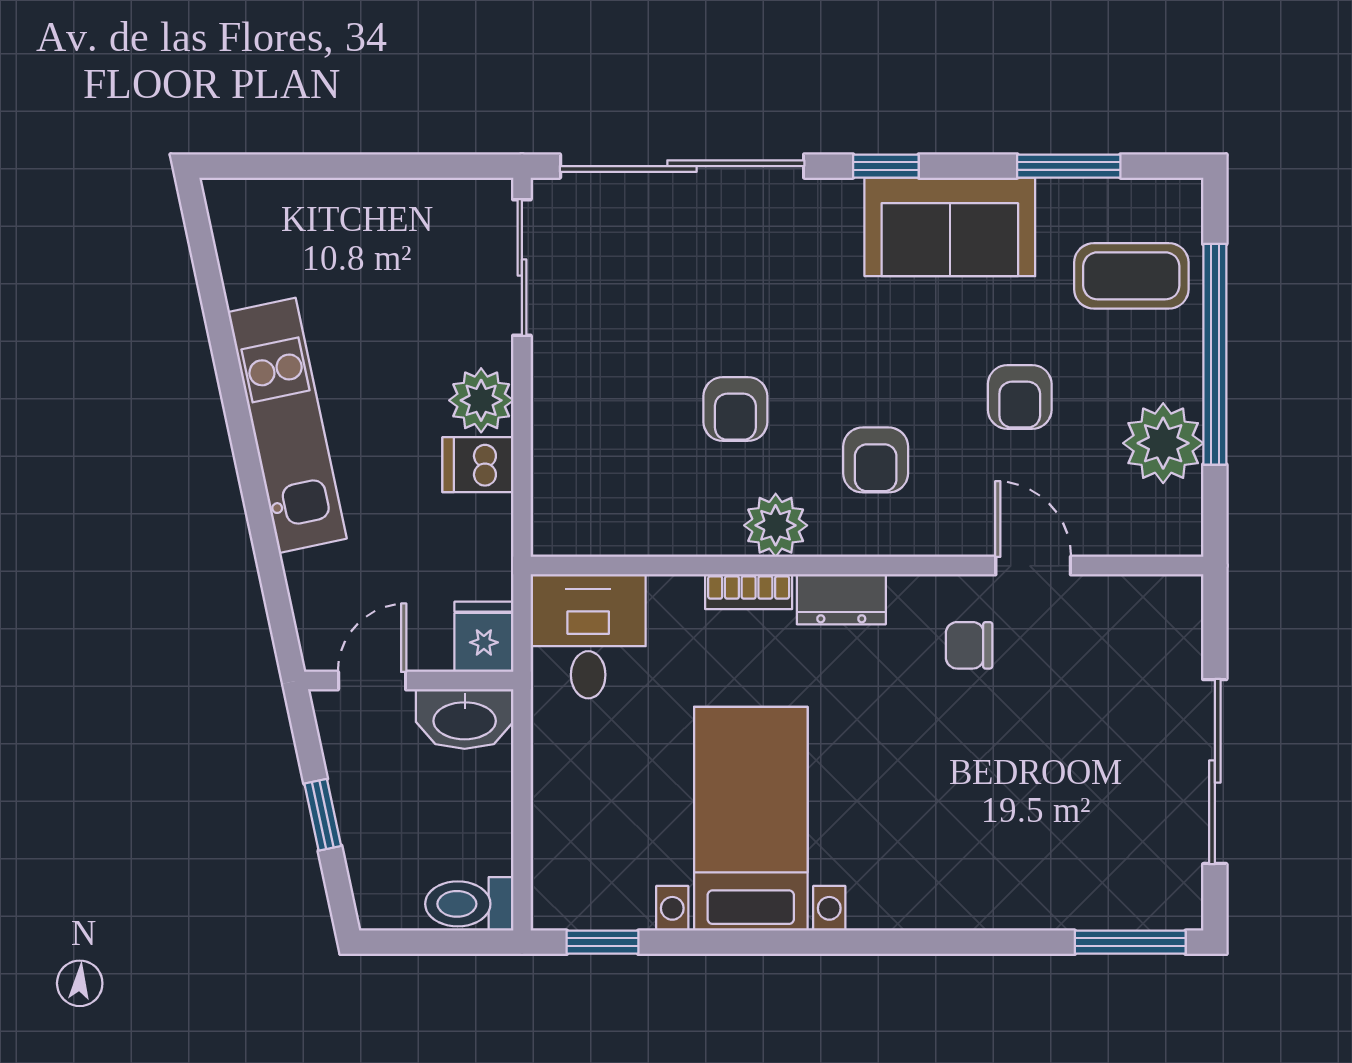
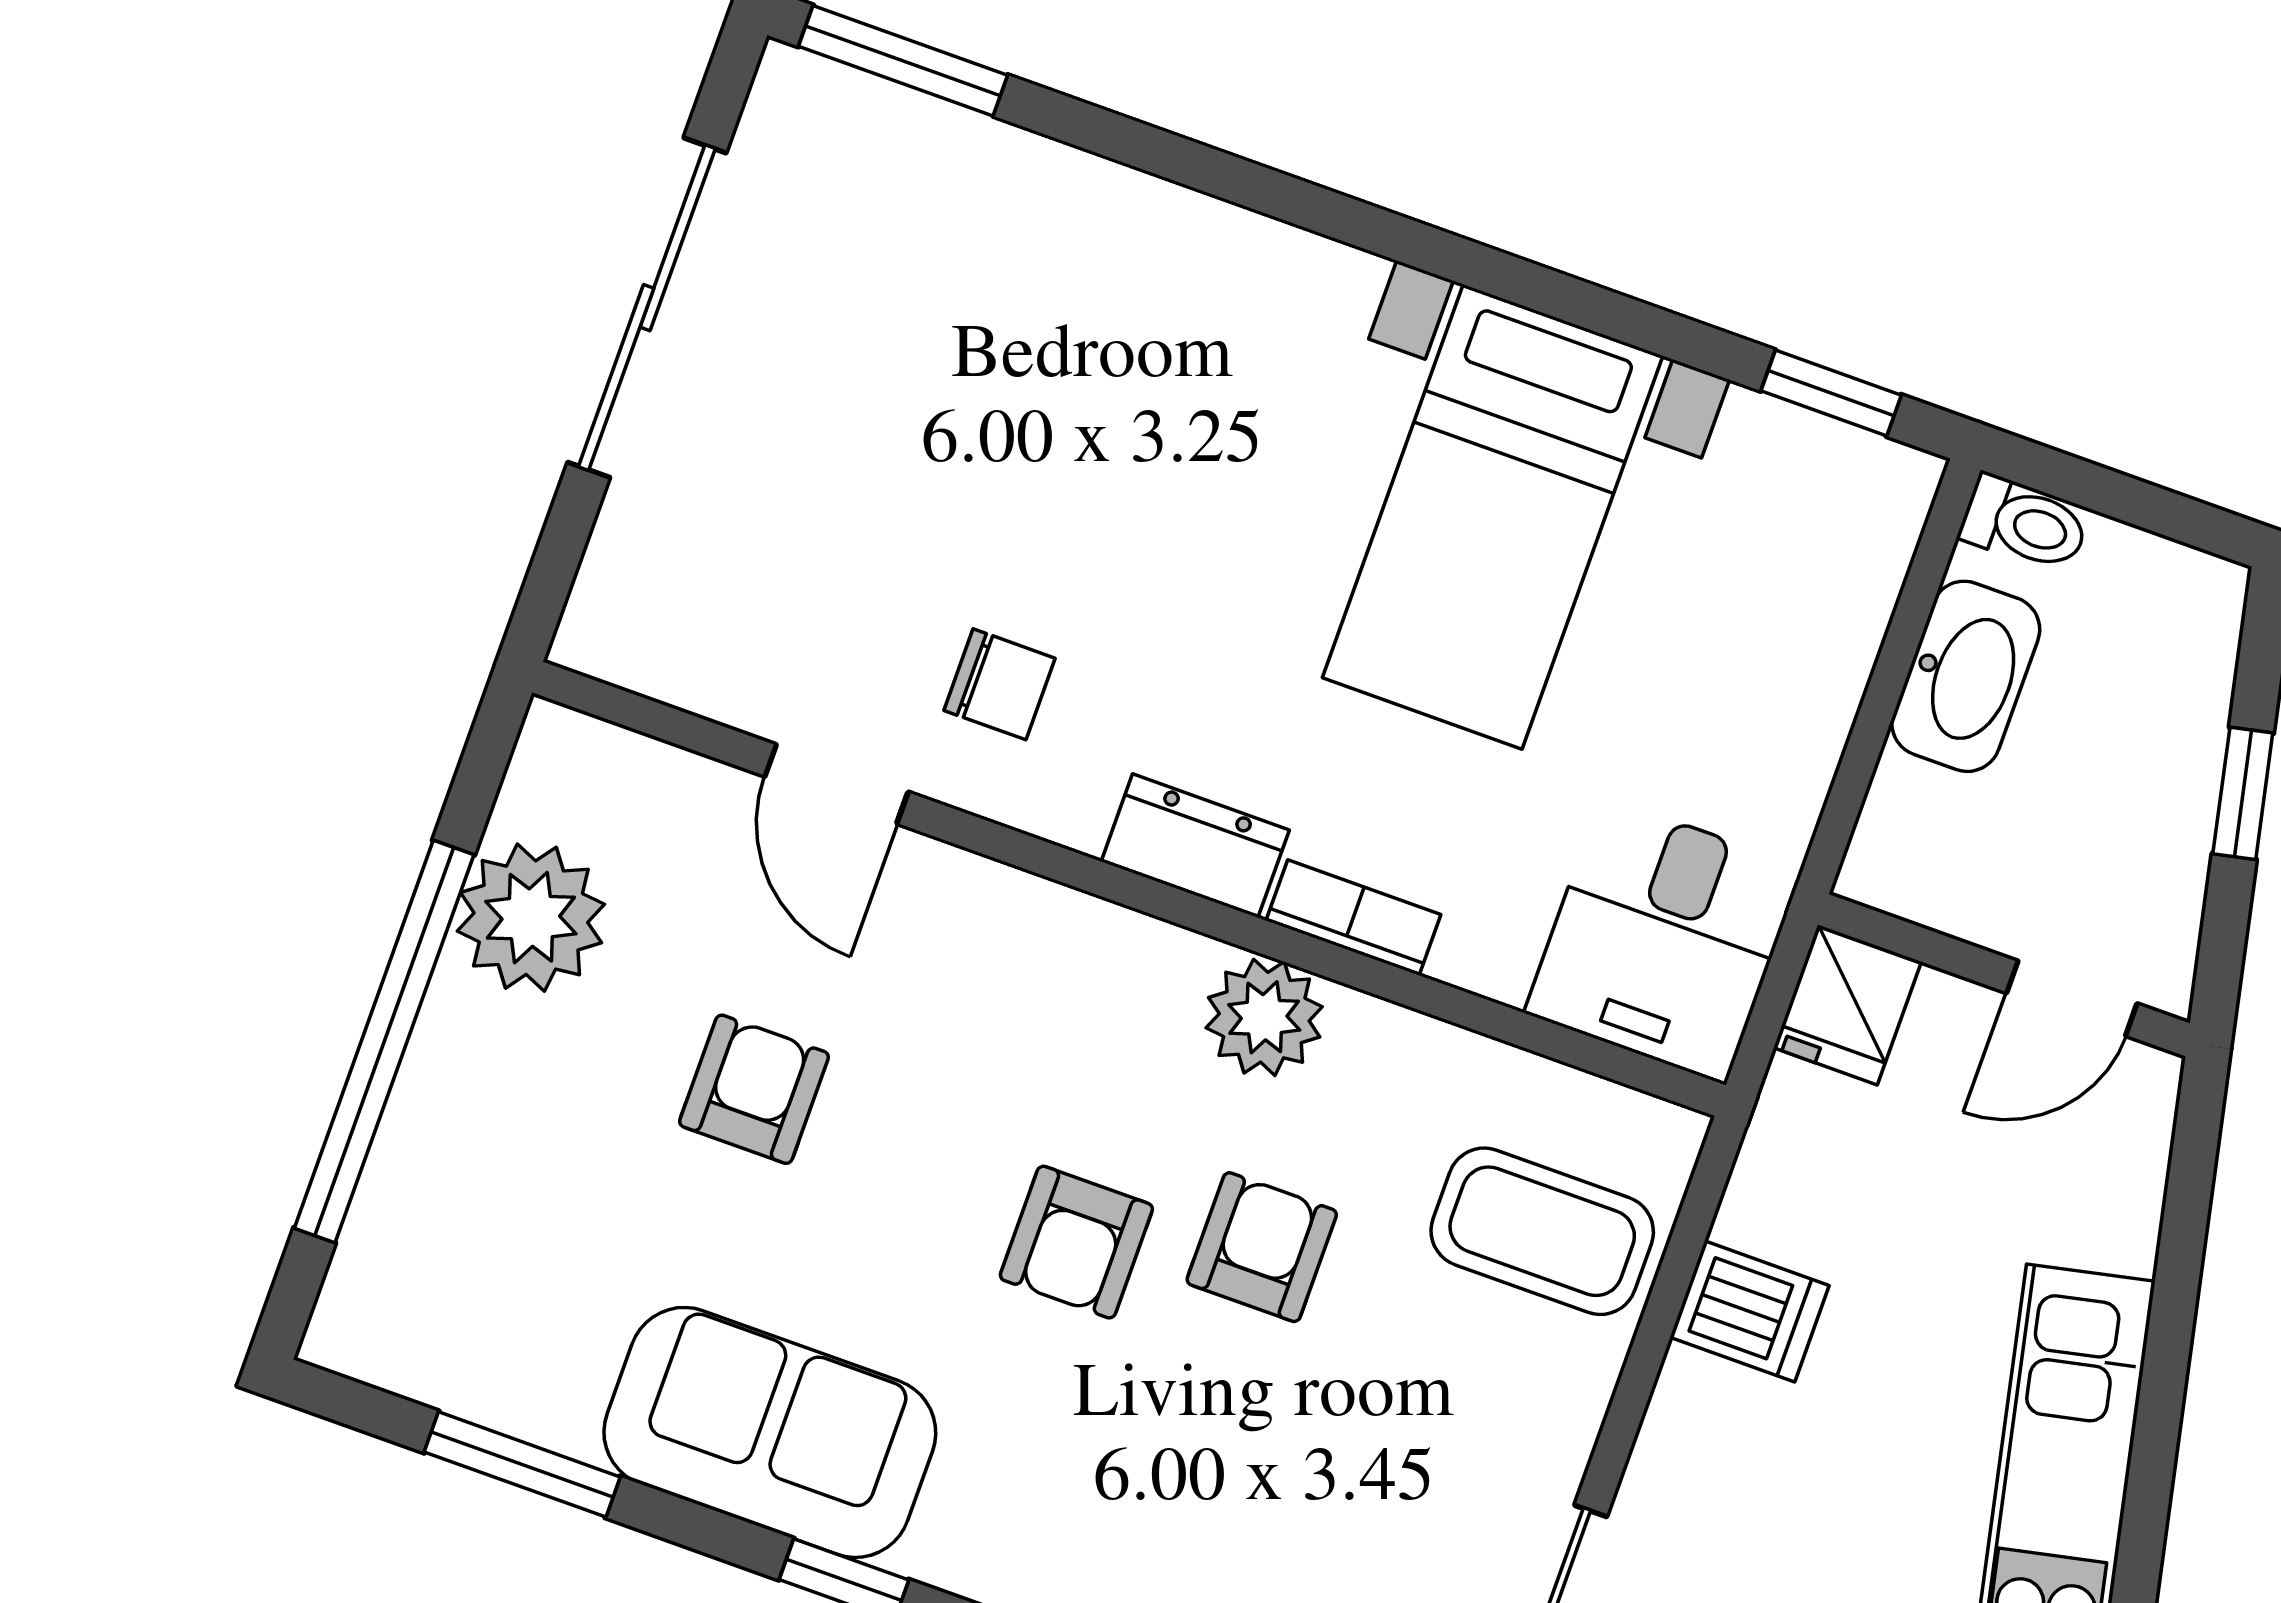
coffee table: (1131, 276) -> (1542, 1231), moved
plant: (481, 400) -> (1703, 1422), removed
armchair: (876, 460) -> (1076, 1242), moved, turned 180
washbasin: (465, 719) -> (1966, 676), moved, turned 90
toilet: (469, 904) -> (2024, 524), width x0.73, depth x0.72

